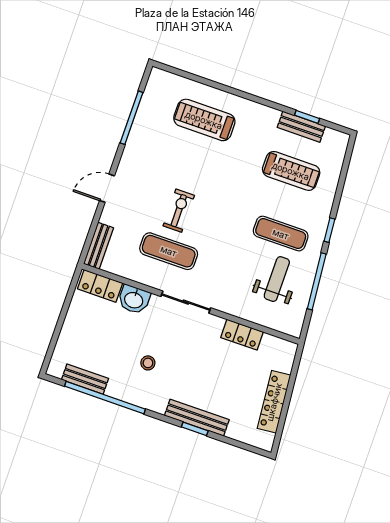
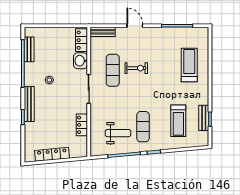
bench: (197, 418) -> (29, 104), moved

